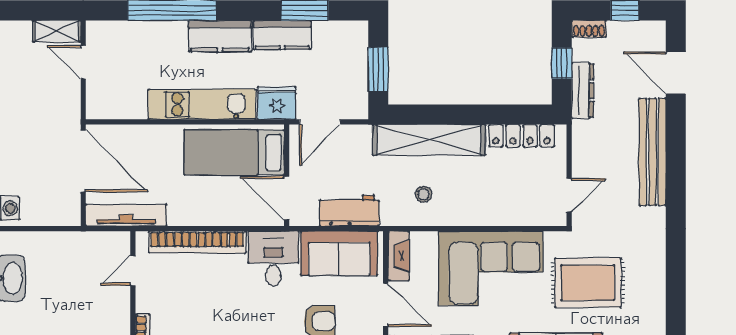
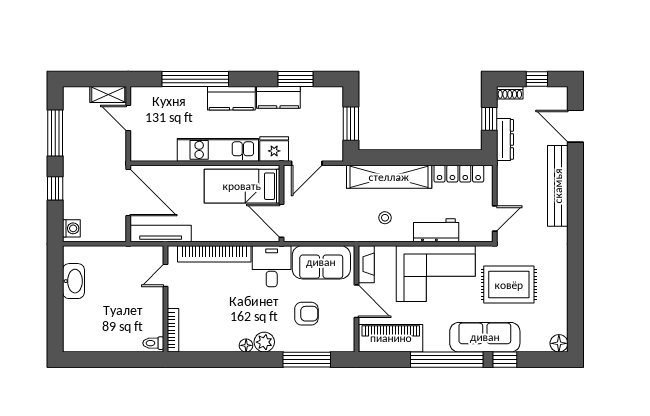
workbench: (349, 211) -> (436, 230), moved

